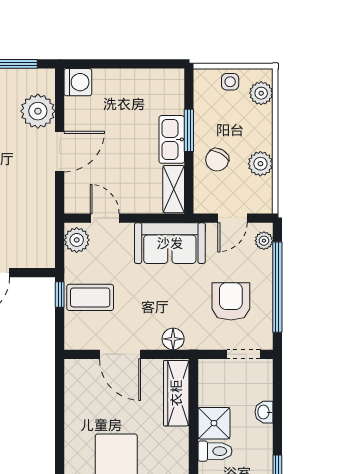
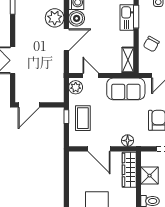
boiler: (79, 112) -> (77, 18), added
window: (189, 130) -> (136, 17), moved
kitchen sink: (172, 139) -> (127, 18), moved
coffee table: (90, 297) -> (83, 118), turned 90
shower: (214, 423) -> (150, 176), moved

